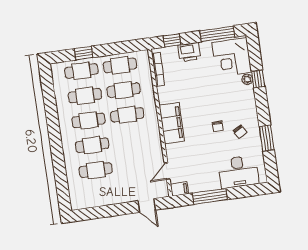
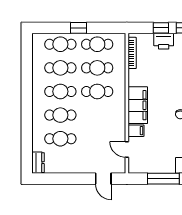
window: (172, 40) -> (161, 28), moved
window: (84, 53) -> (78, 28), moved
door: (167, 171) -> (127, 149), hinge flipped
filing cabinet: (179, 189) -> (136, 131), moved
dresser: (76, 198) -> (38, 163), added

